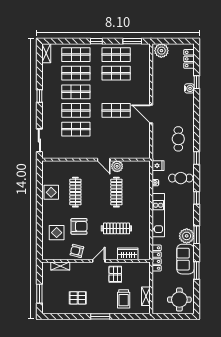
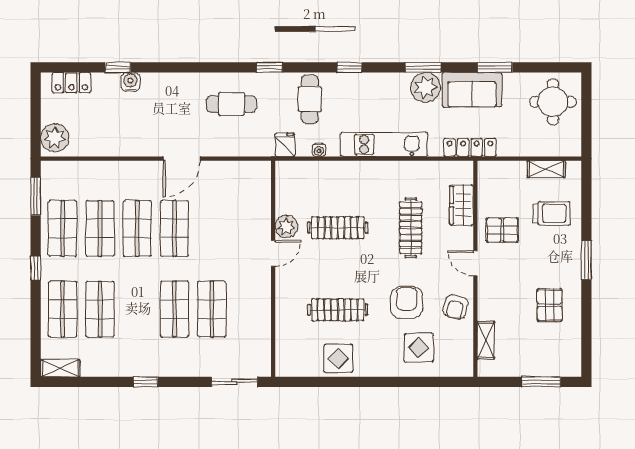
shop shelf: (76, 92) -> (137, 228), moved

